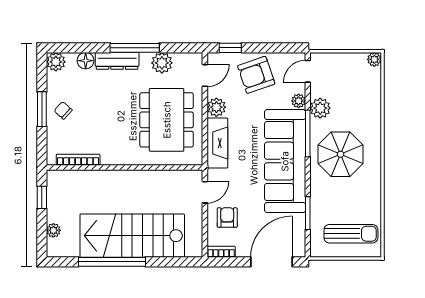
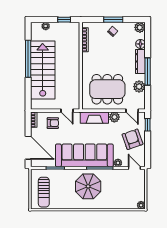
plant: (320, 108) -> (114, 175), removed

